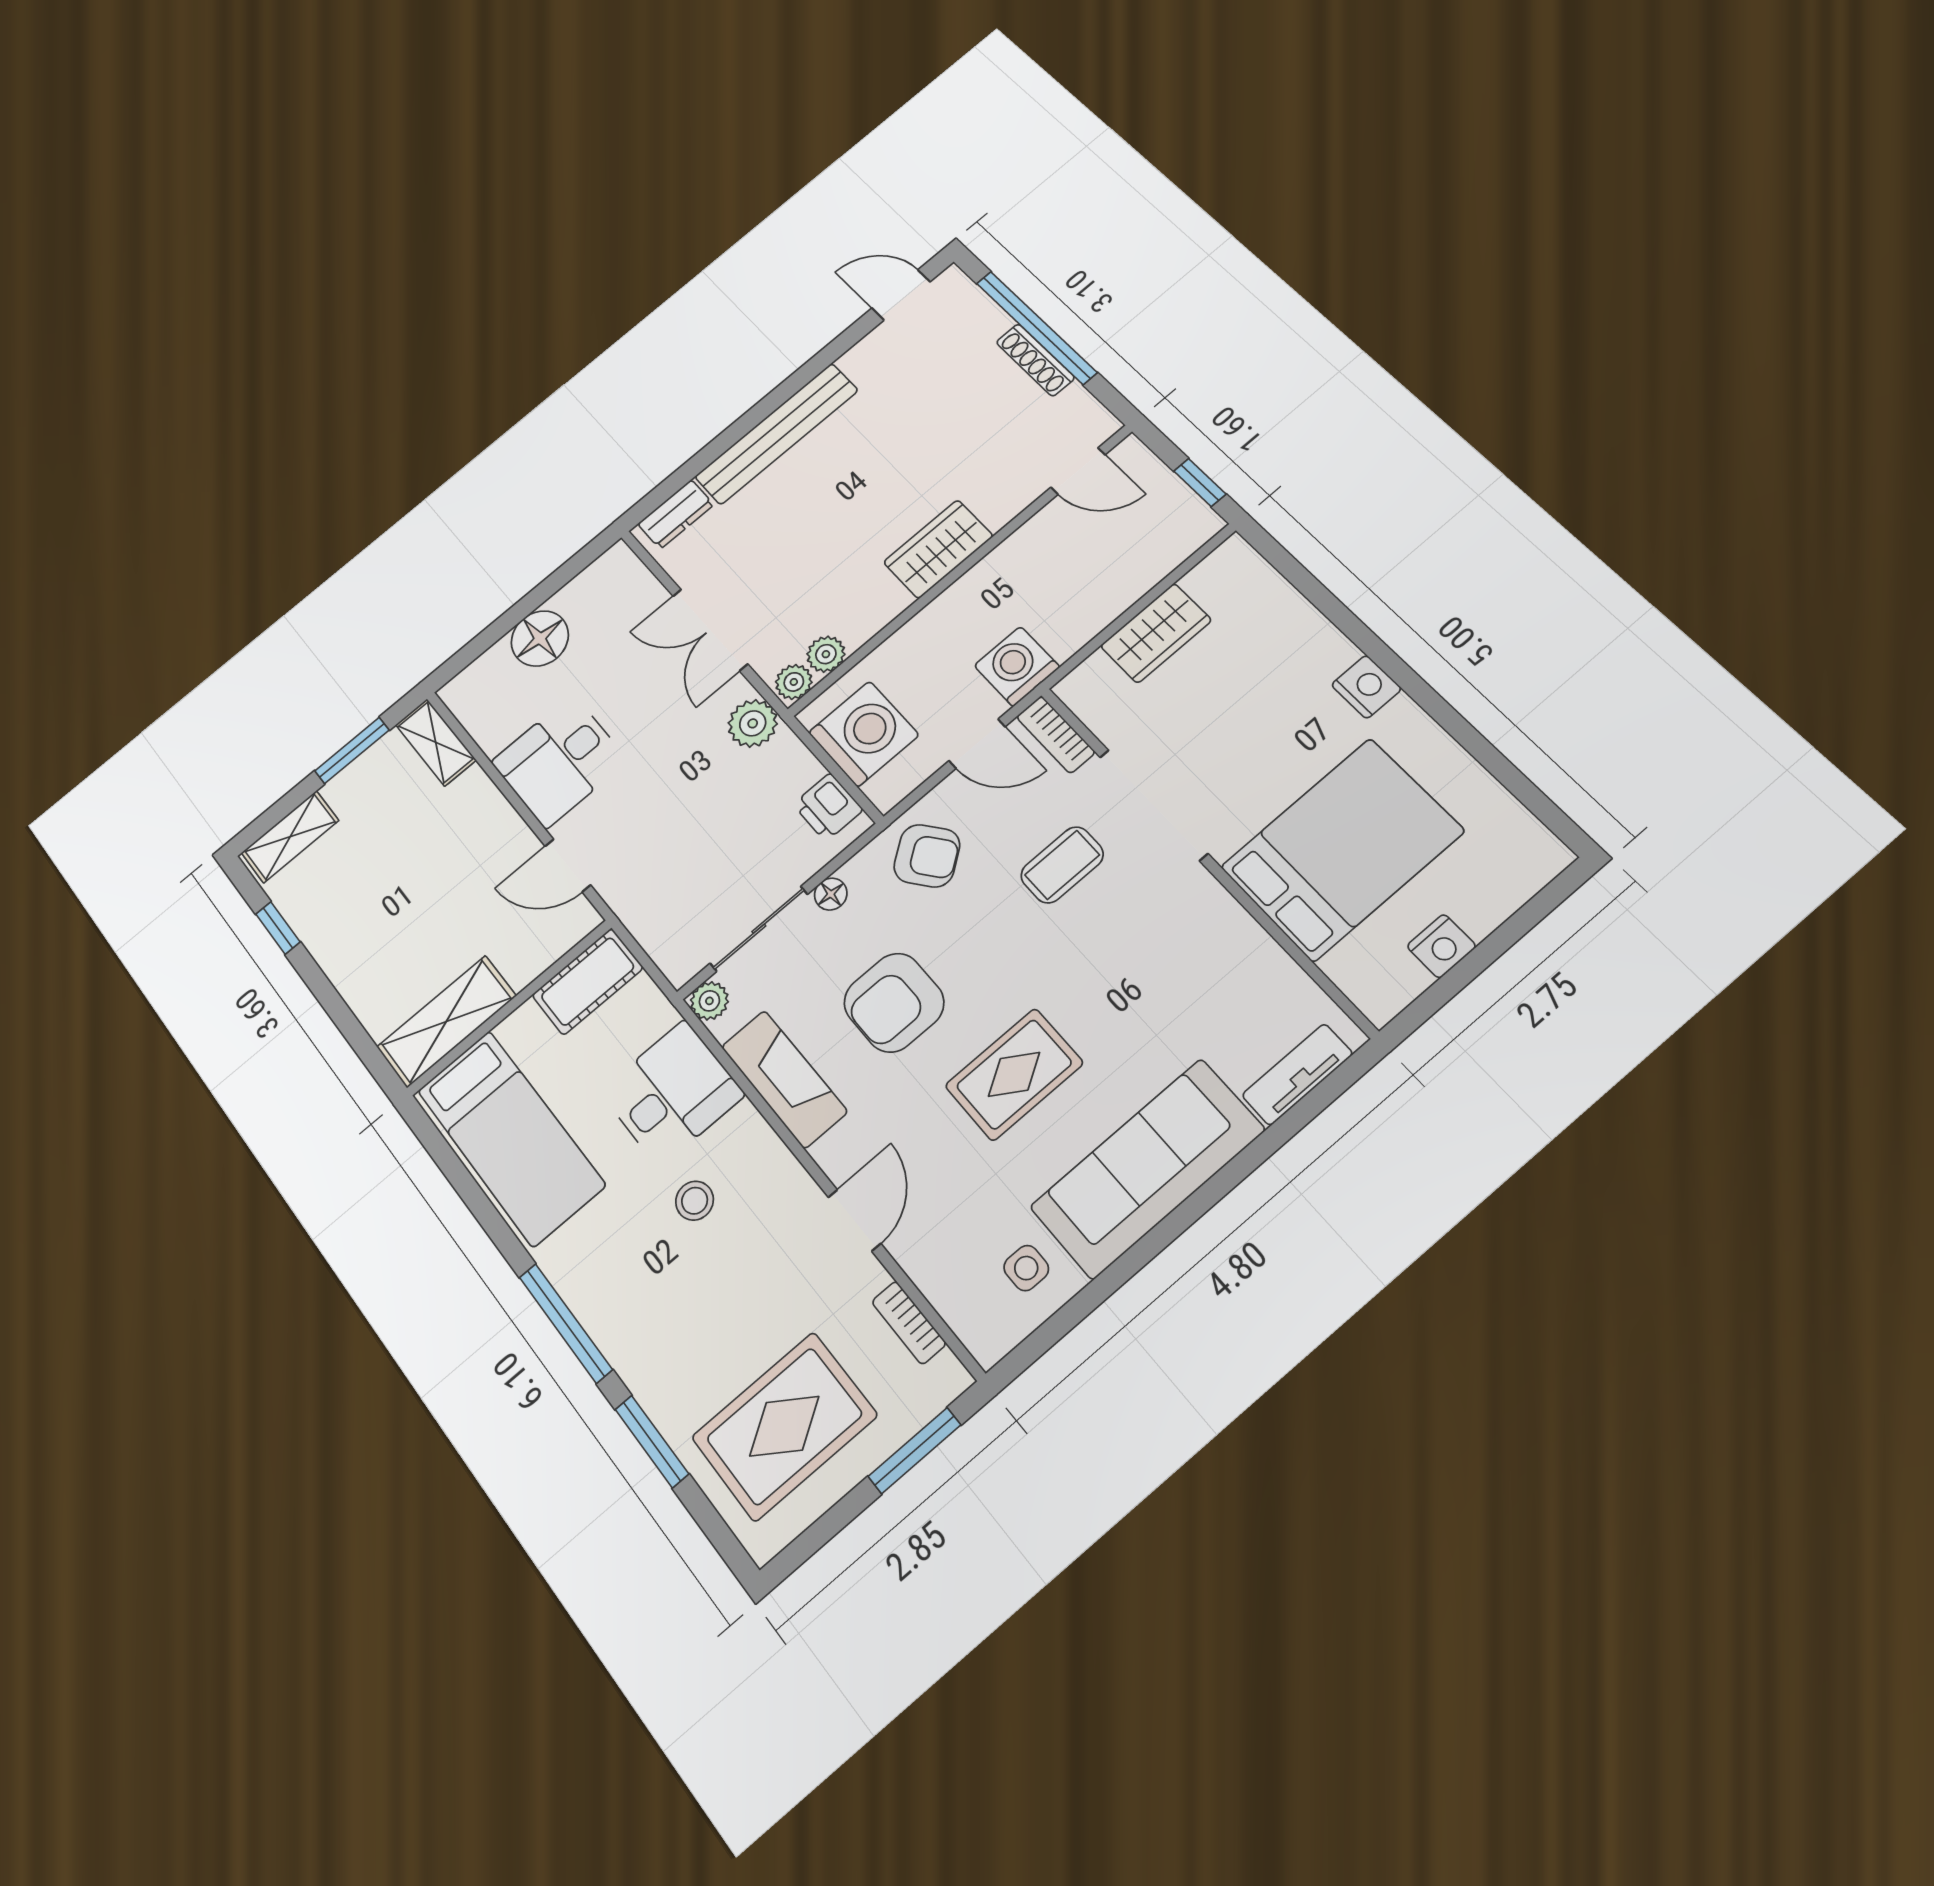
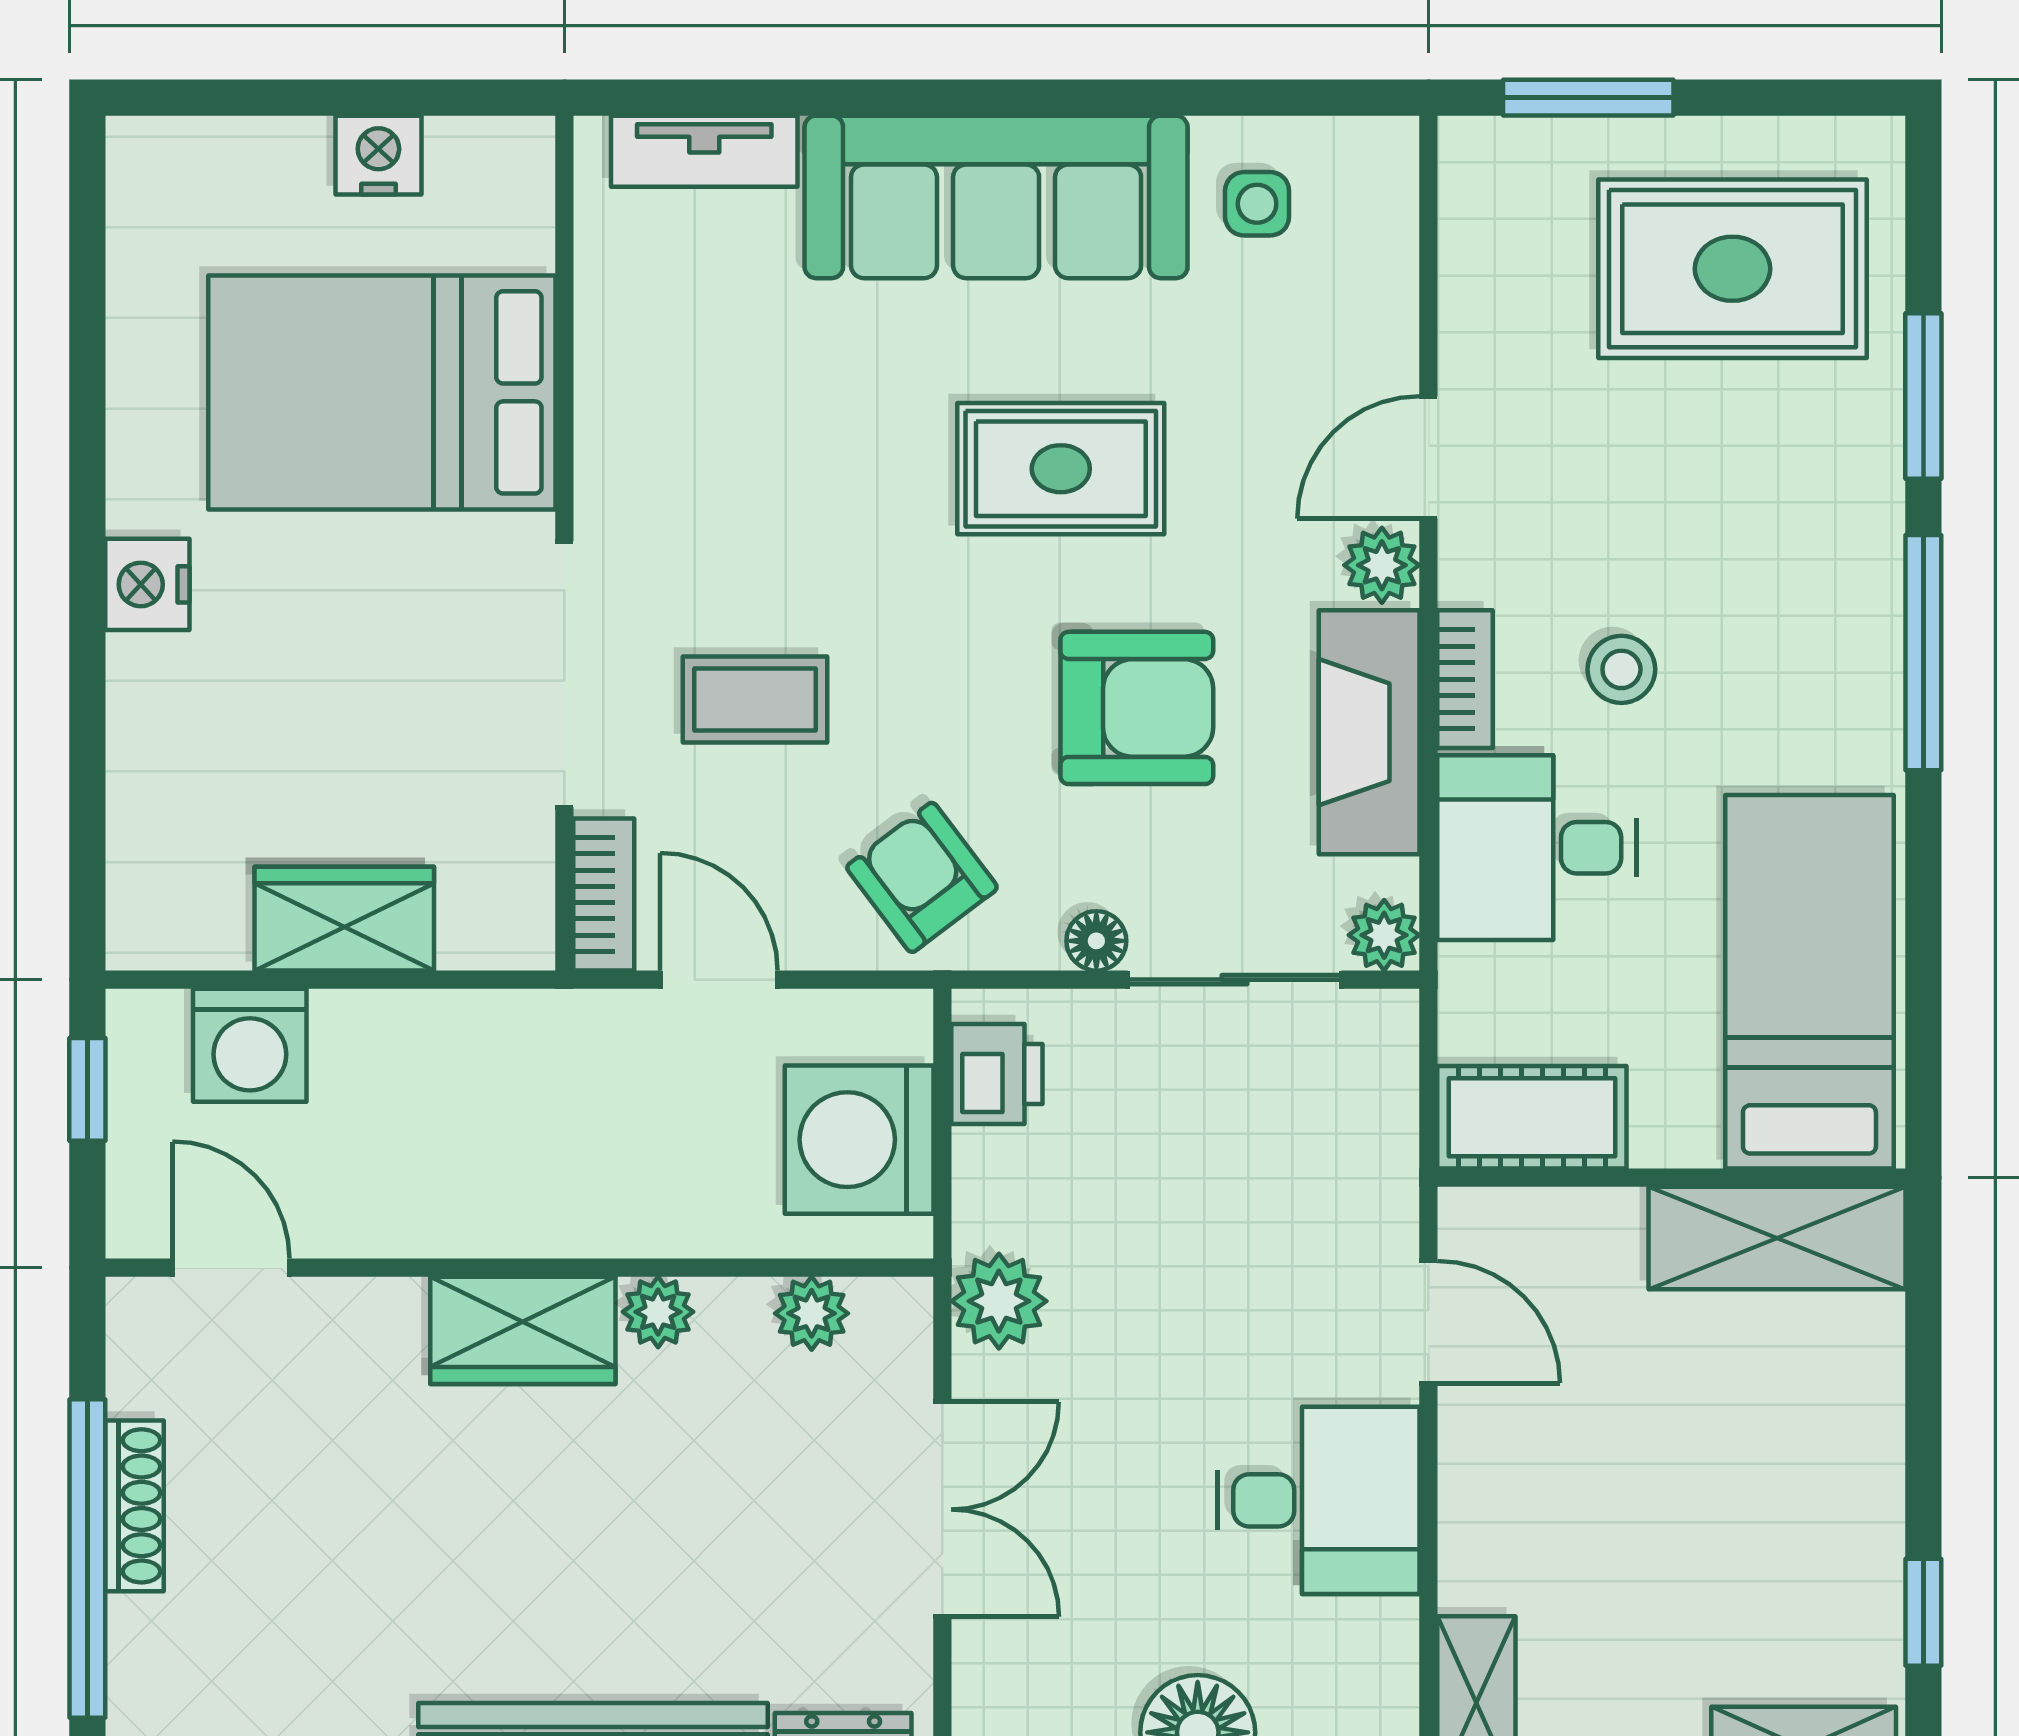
washing machine: (1017, 666) -> (250, 1045), moved
plant: (794, 682) -> (658, 1312), moved
plant: (837, 1155) -> (1382, 565), added
bookcase: (909, 1323) -> (1465, 679), moved

